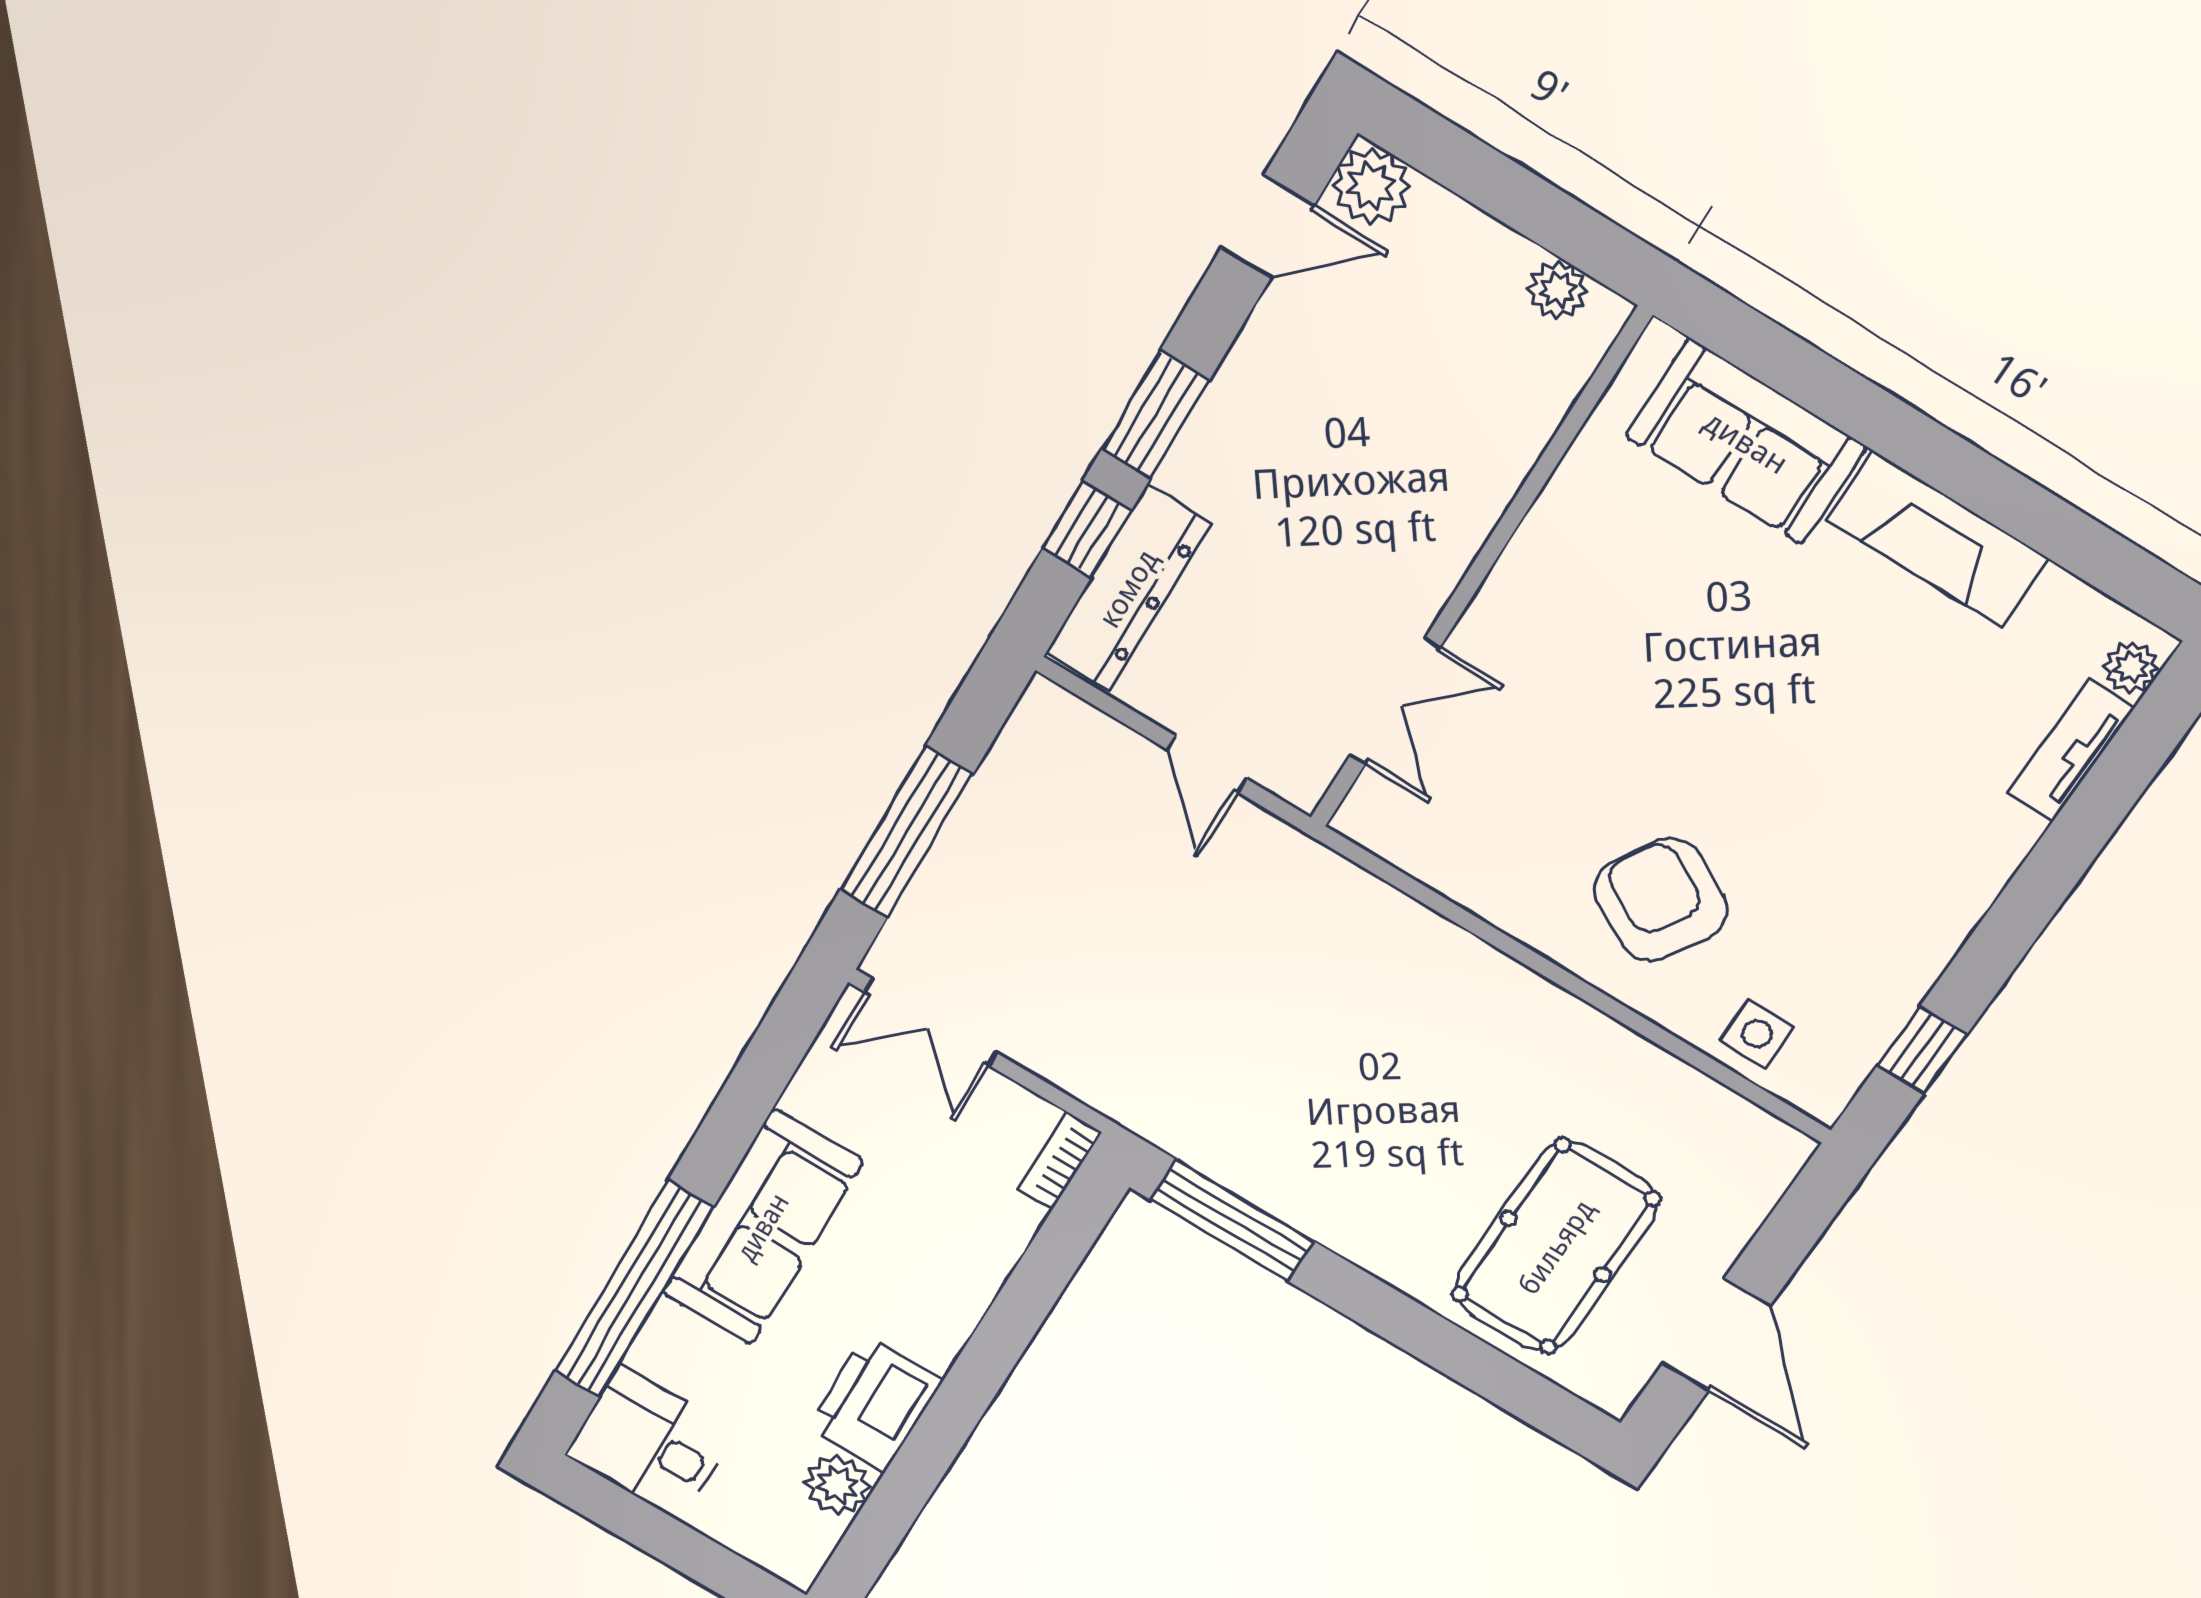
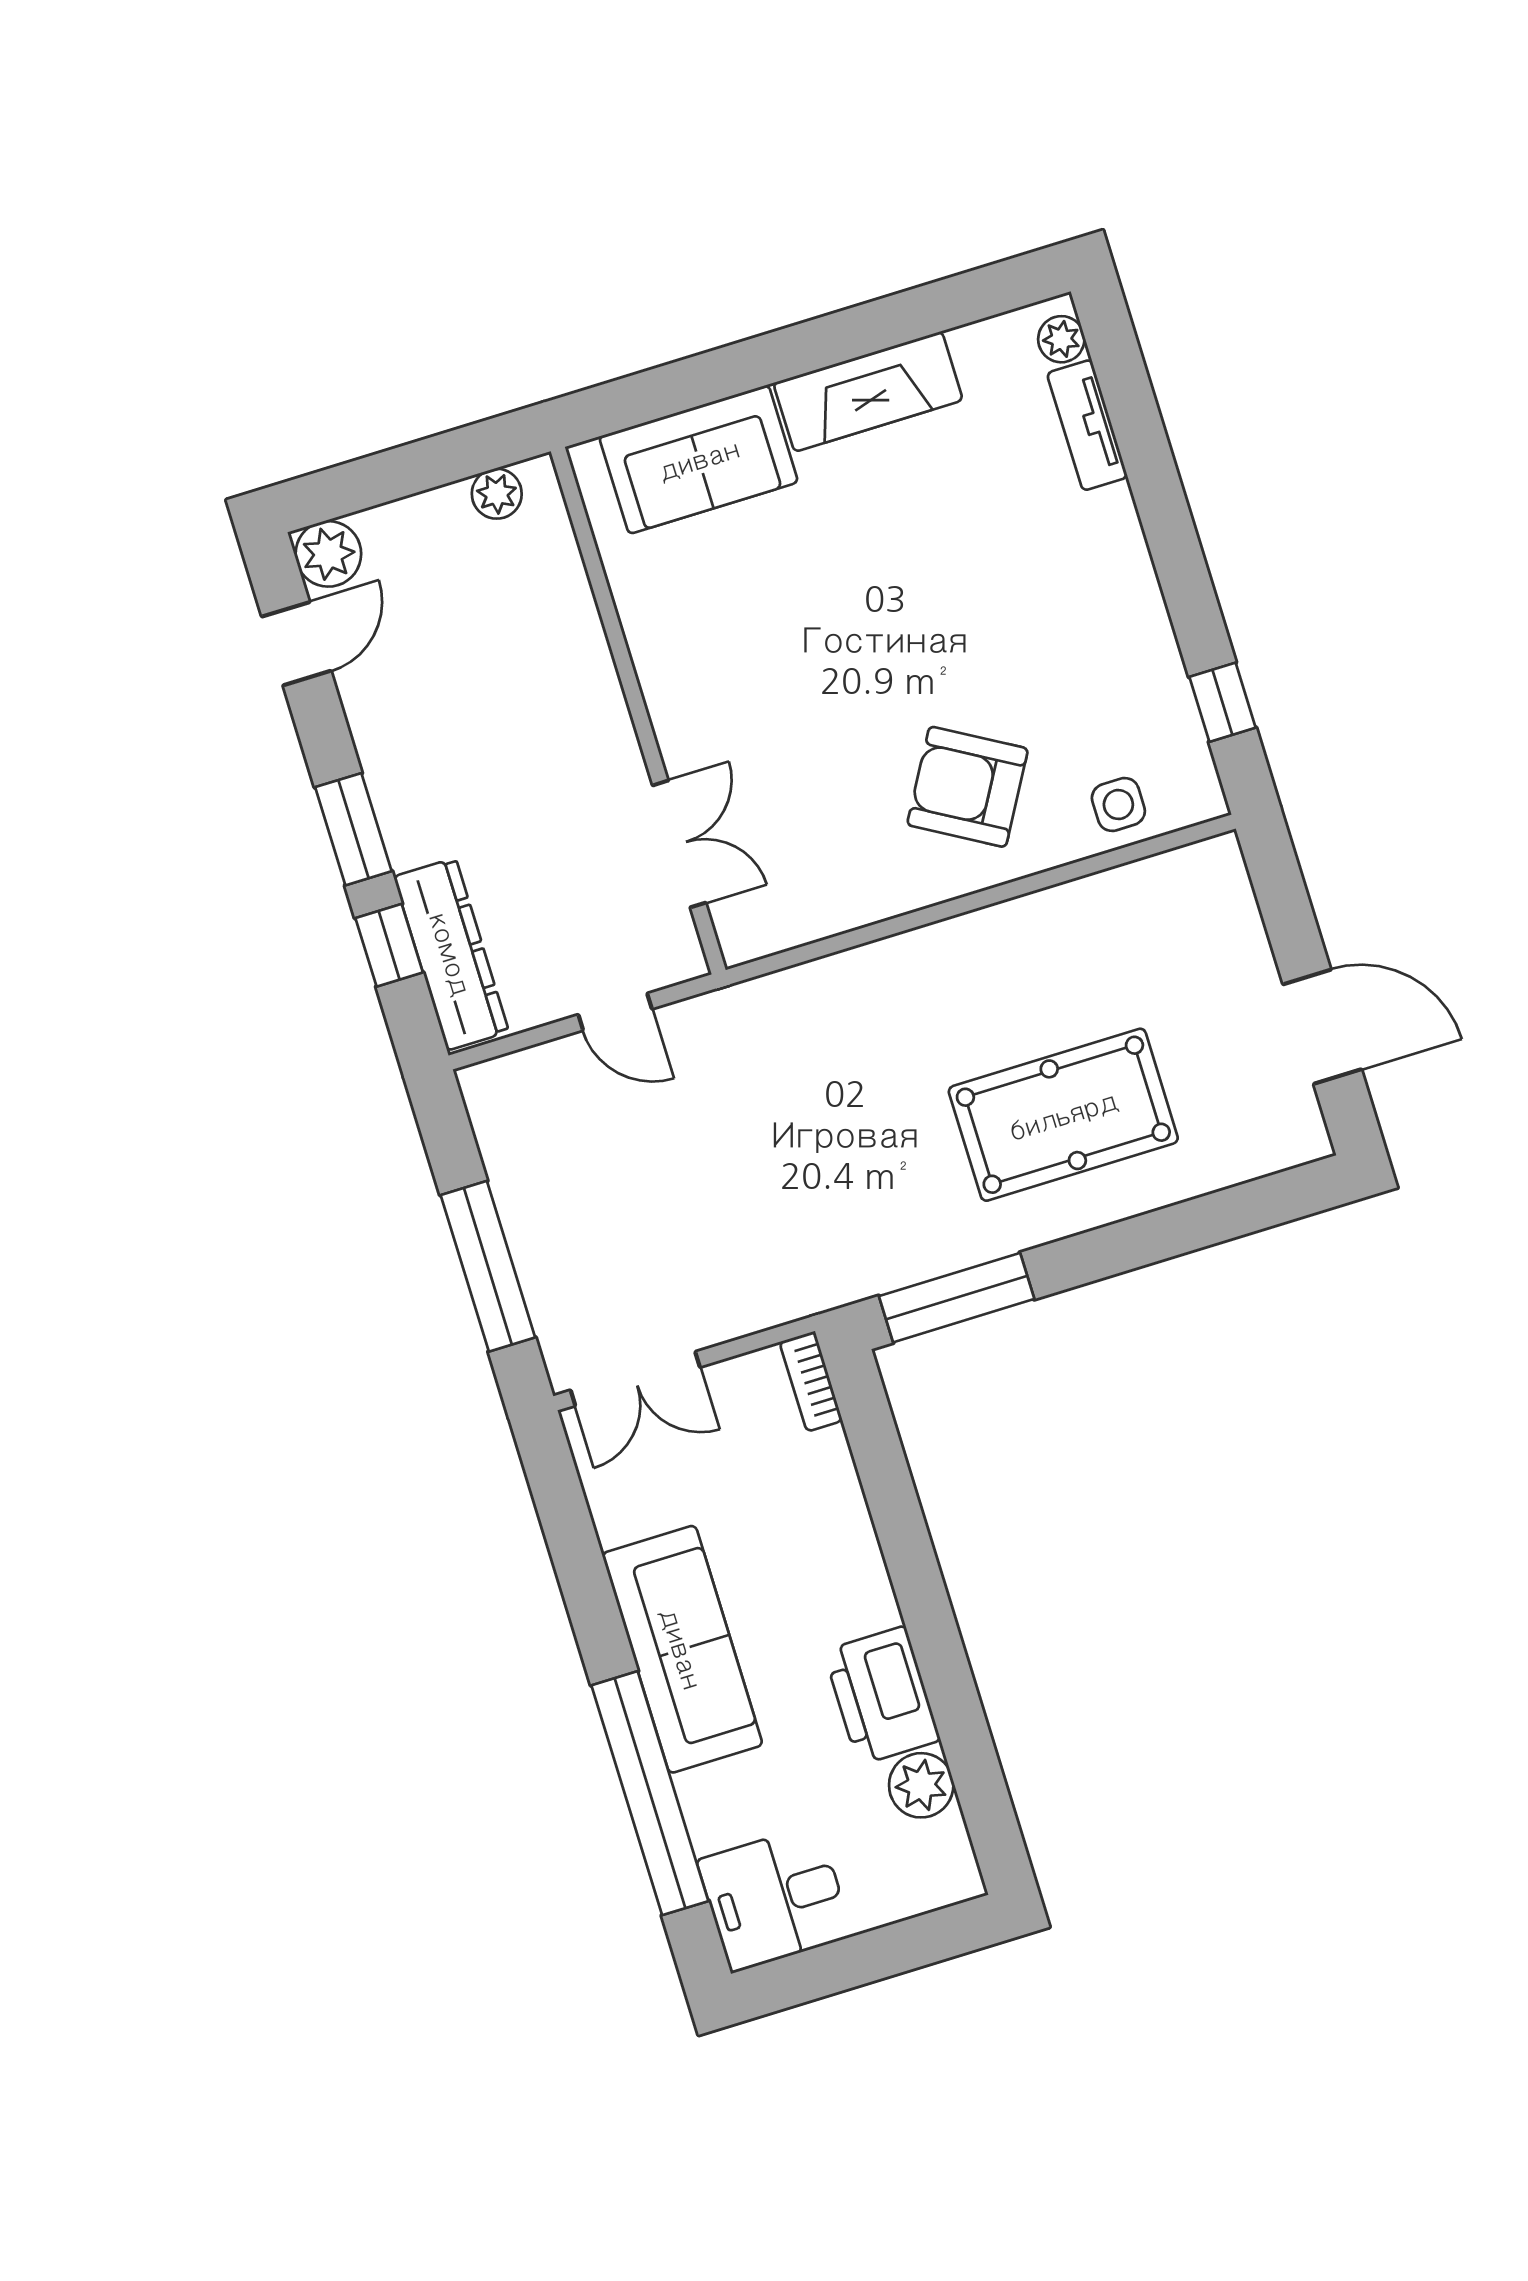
pool table: (1556, 1247) -> (1063, 1115), moved, turned 90

